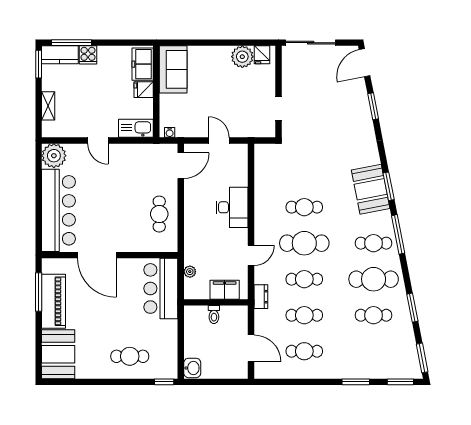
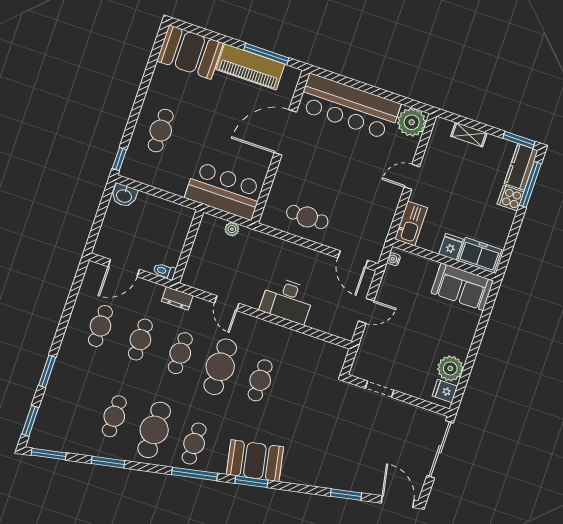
filing cabinet: (225, 290) -> (199, 261), removed
toilet: (214, 315) -> (164, 271), moved

